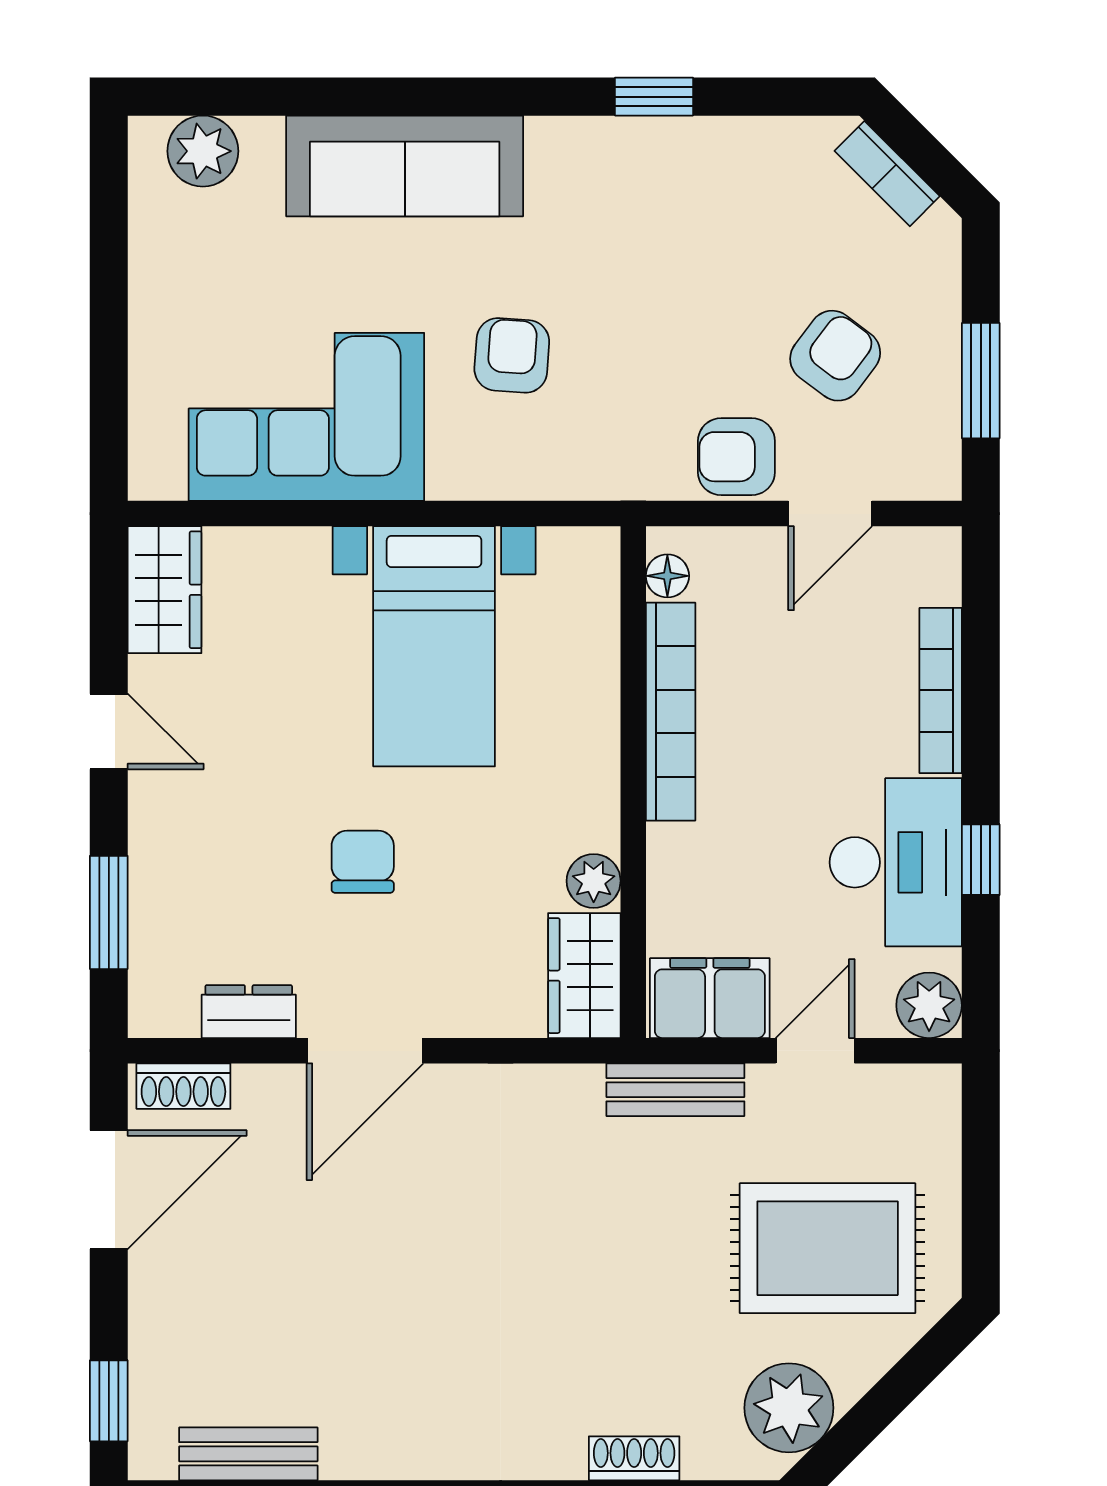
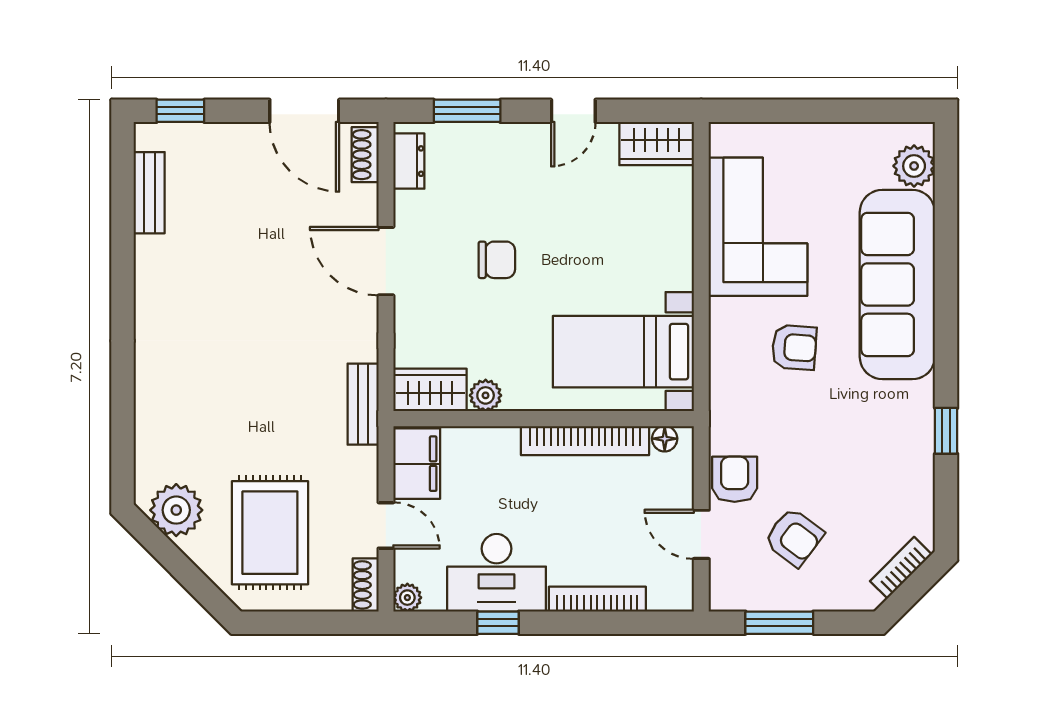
sofa: (405, 166) -> (897, 284), width x1.36, depth x1.27
bed with nightstands: (434, 646) -> (623, 352), moved
plant: (929, 1005) -> (407, 598), width x0.73, depth x0.73
dresser: (249, 1012) -> (409, 161), moved
bench: (675, 1090) -> (363, 404), moved
shoe rack: (634, 1458) -> (366, 585), moved, turned 180

